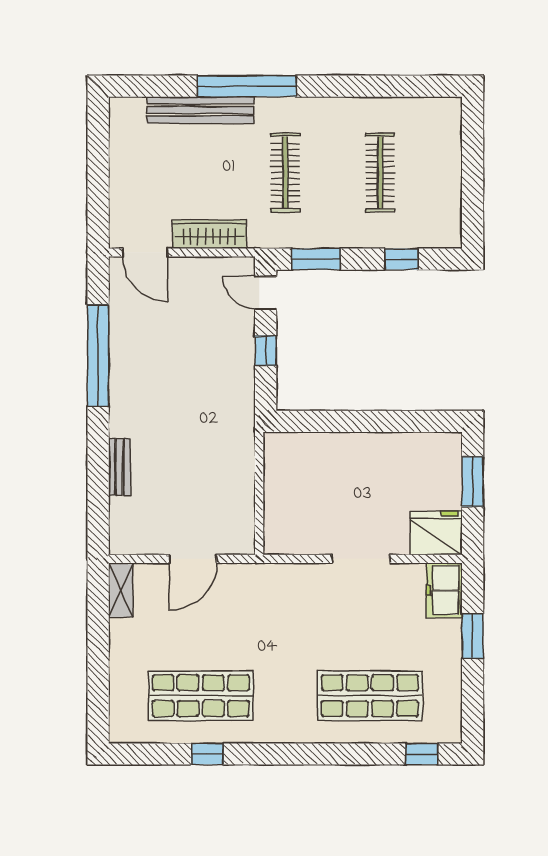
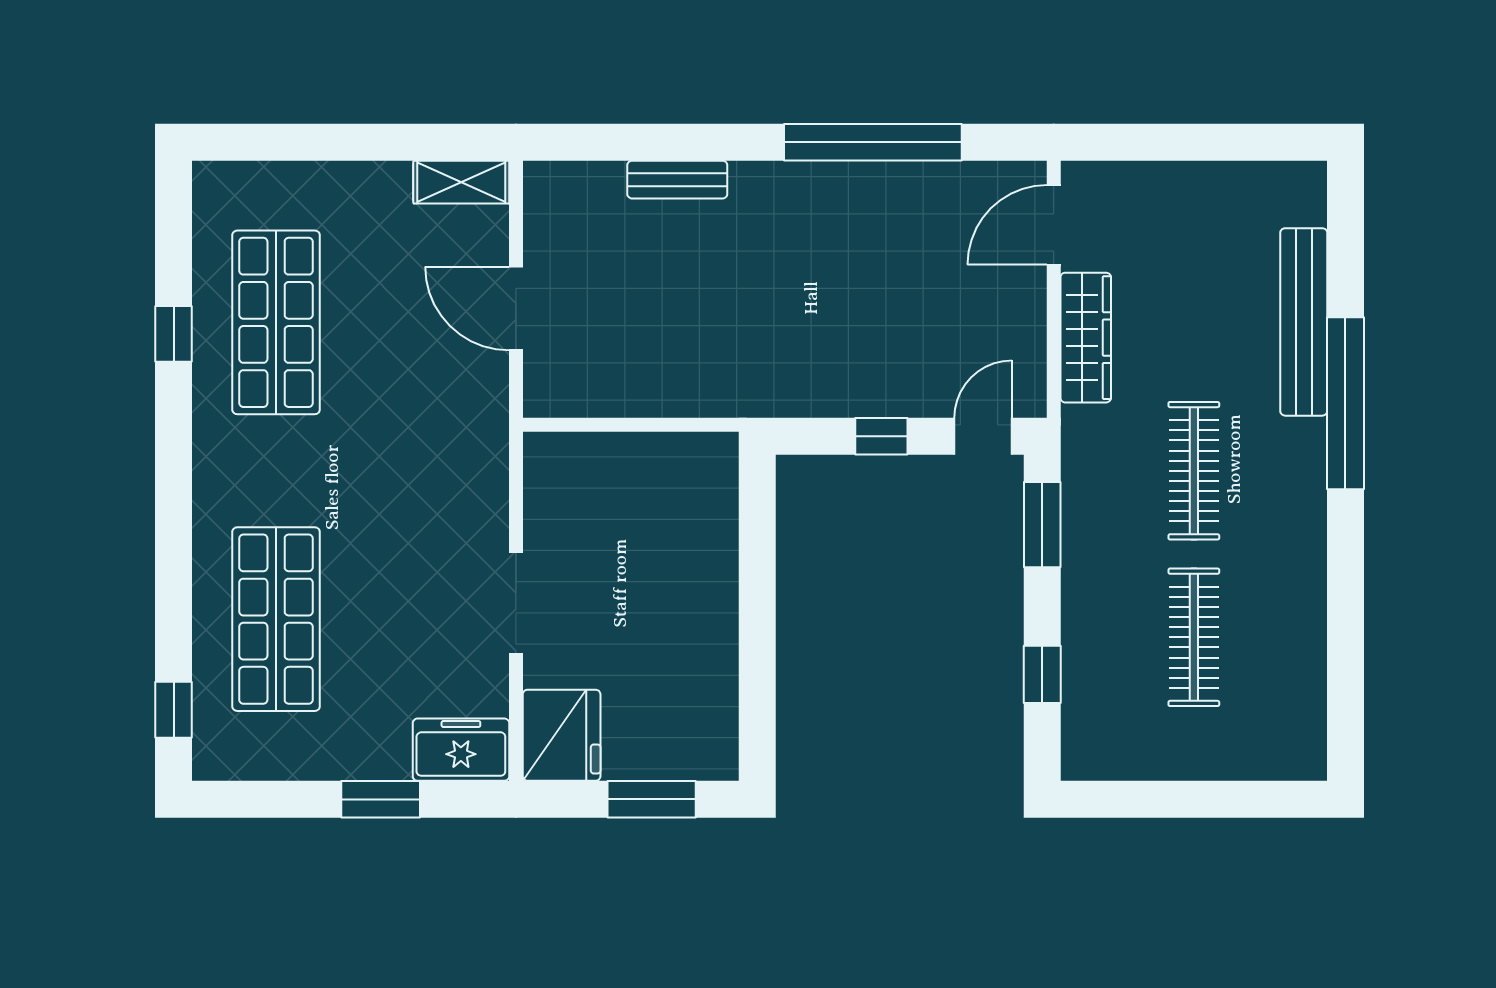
clothes rail: (285, 173) -> (1194, 471), turned 90
clothes rail: (380, 173) -> (1194, 637), turned 90

